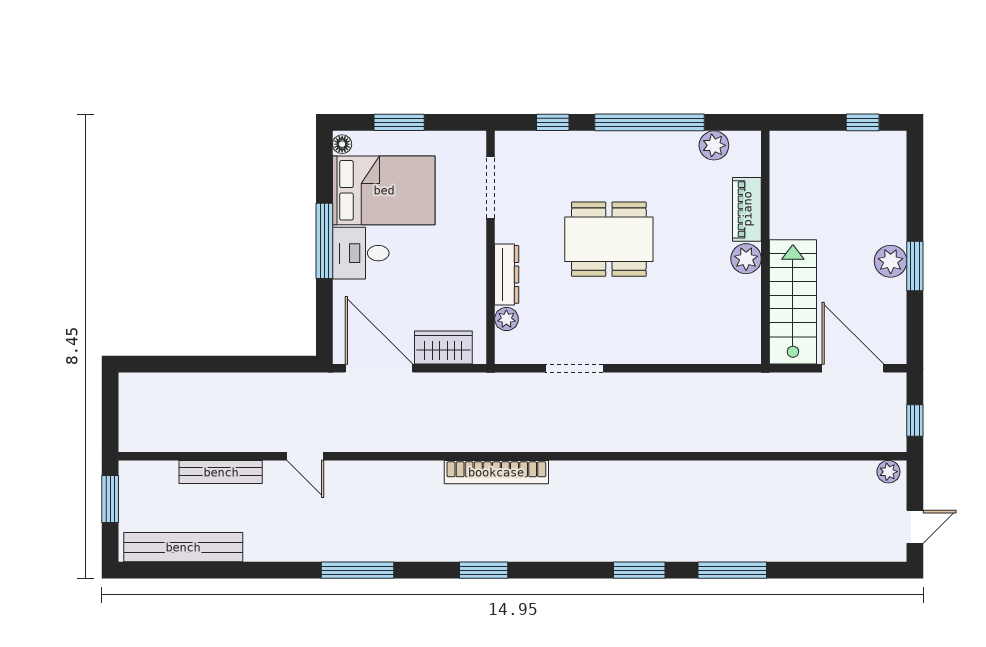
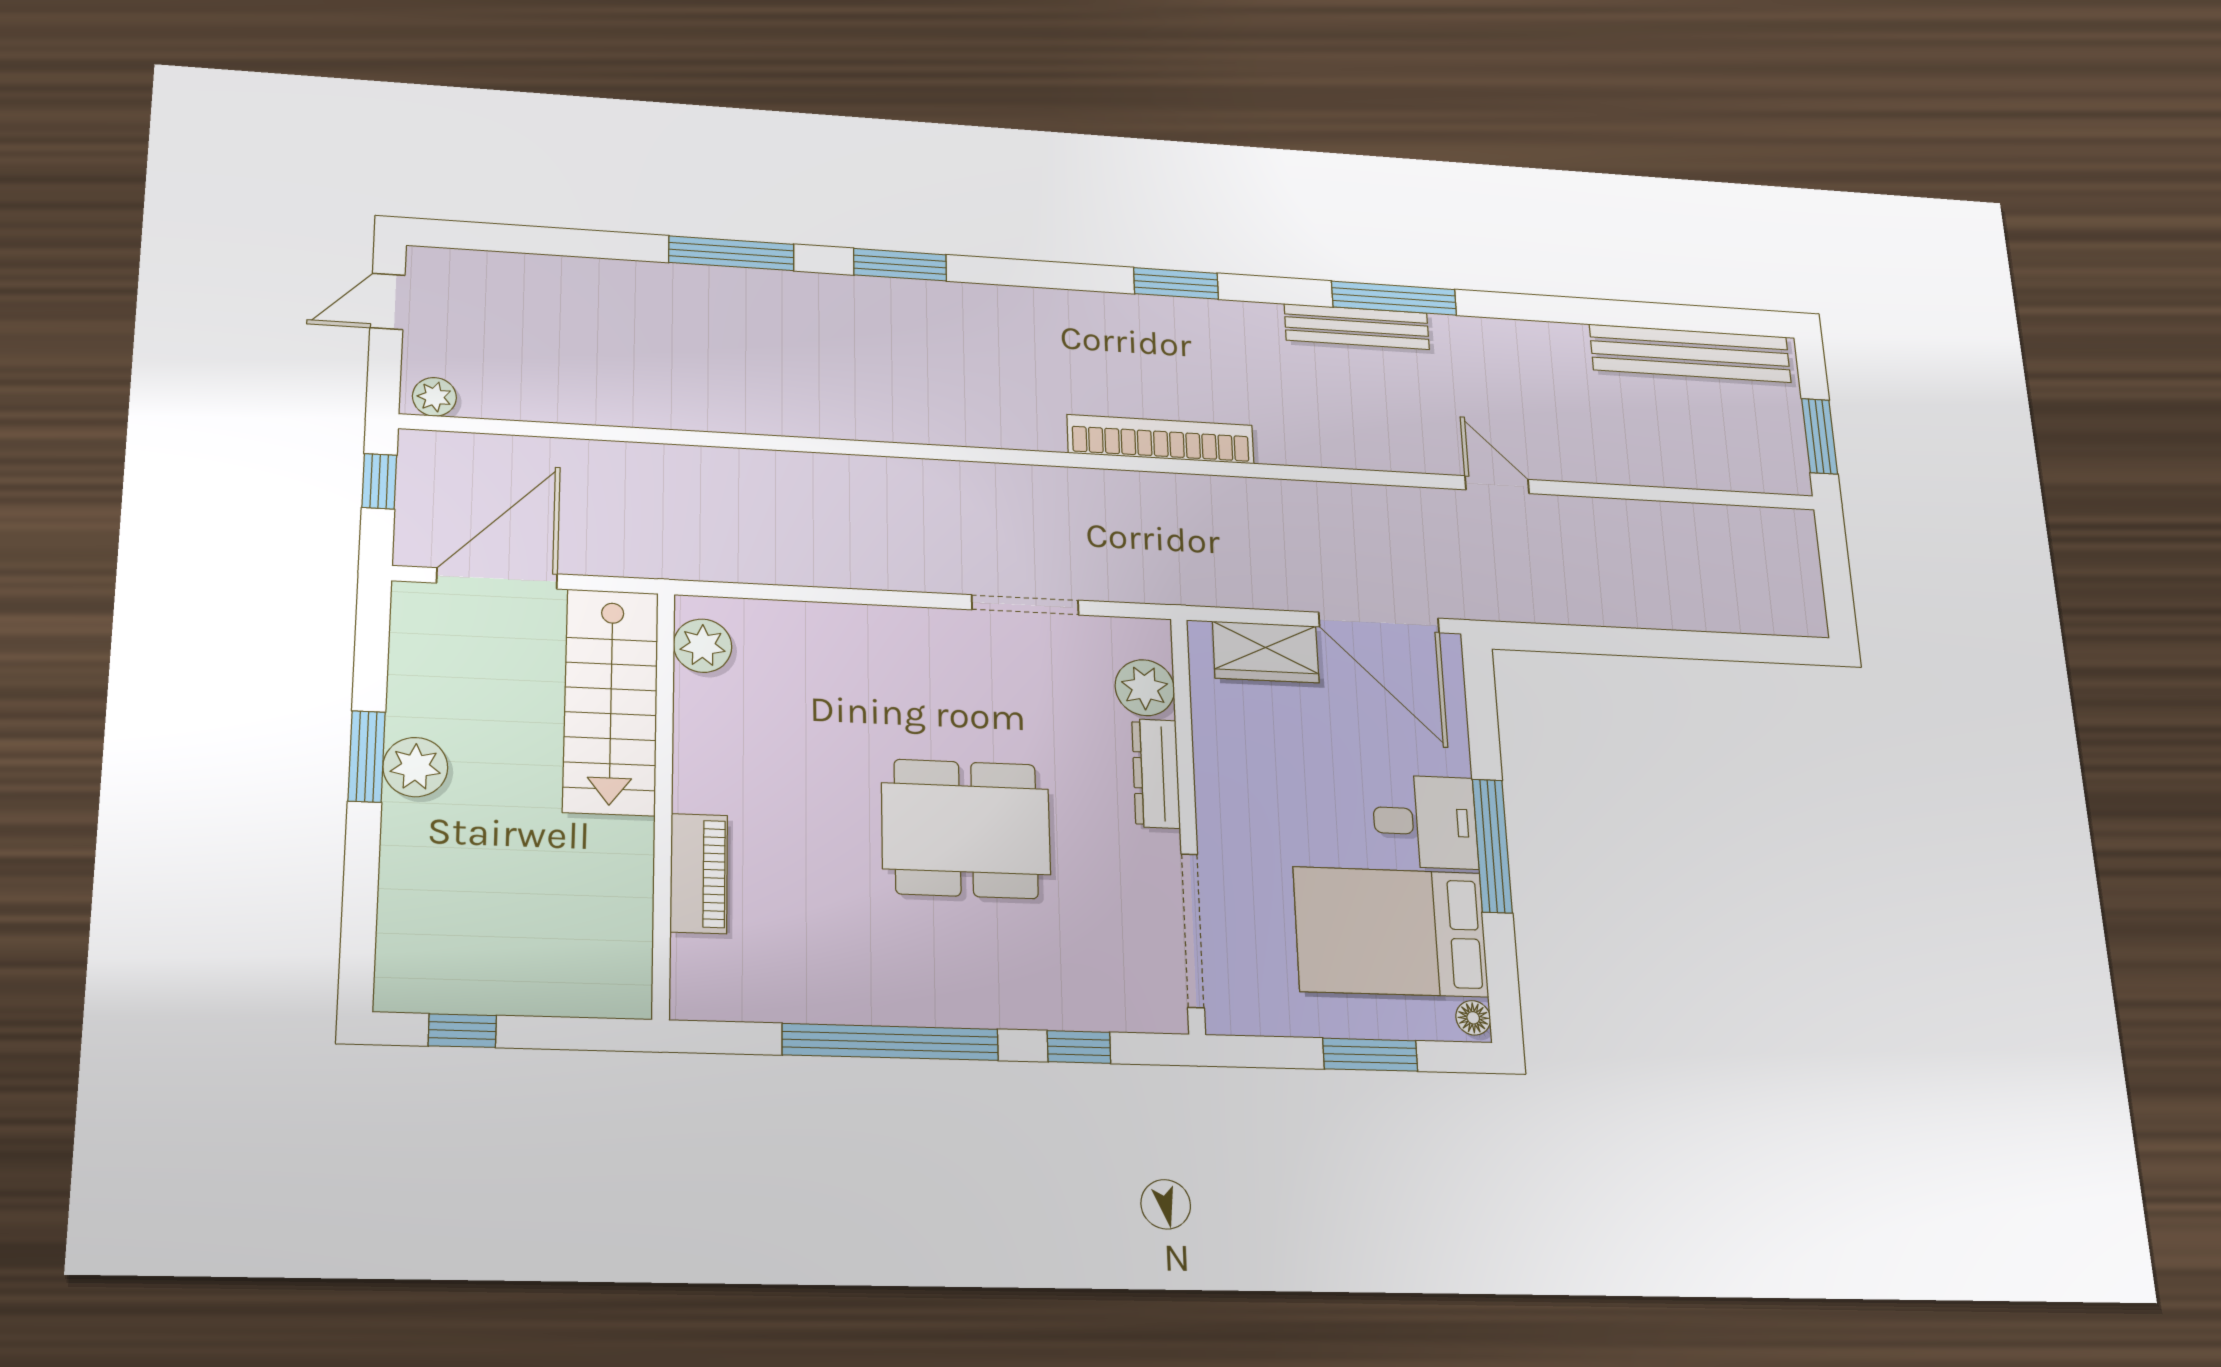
plant: (714, 145) -> (763, 995), removed
doorway: (491, 187) -> (1193, 930), width x1.36
plant: (746, 259) -> (703, 646), moved
plant: (506, 319) -> (1145, 688), width x1.38, depth x1.38
door: (853, 368) -> (497, 578), swing flipped
bench: (221, 472) -> (1357, 327), moved

